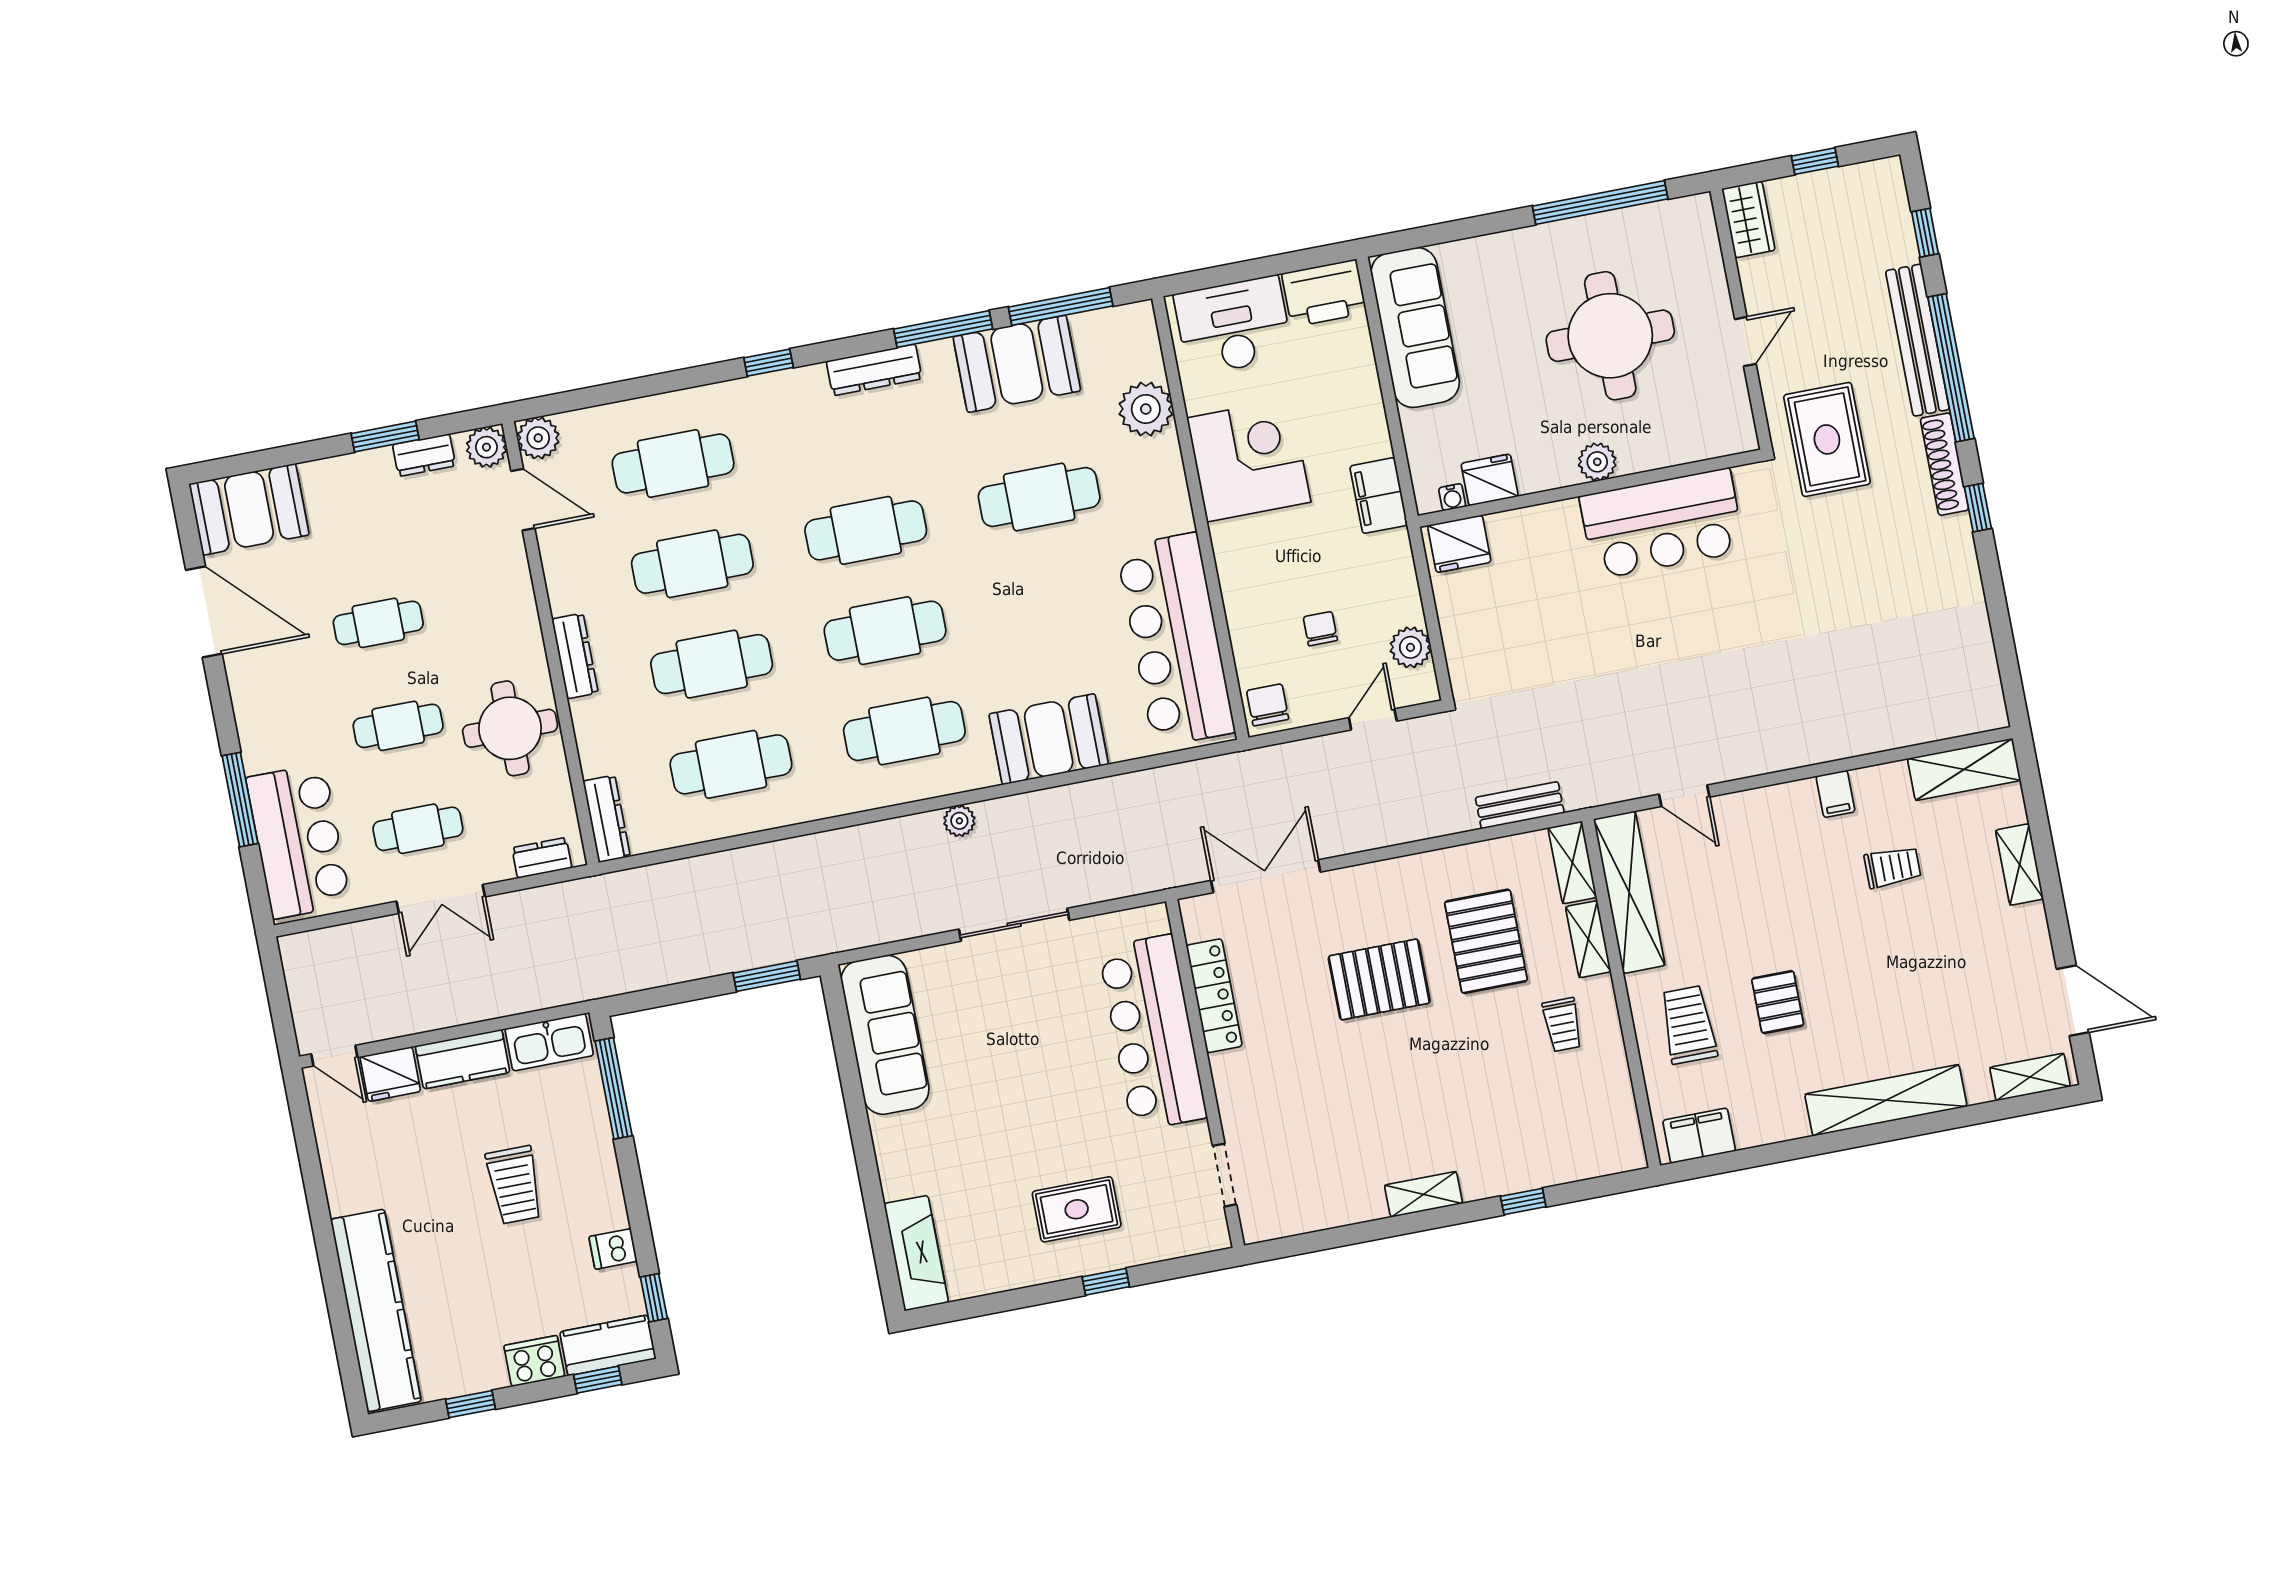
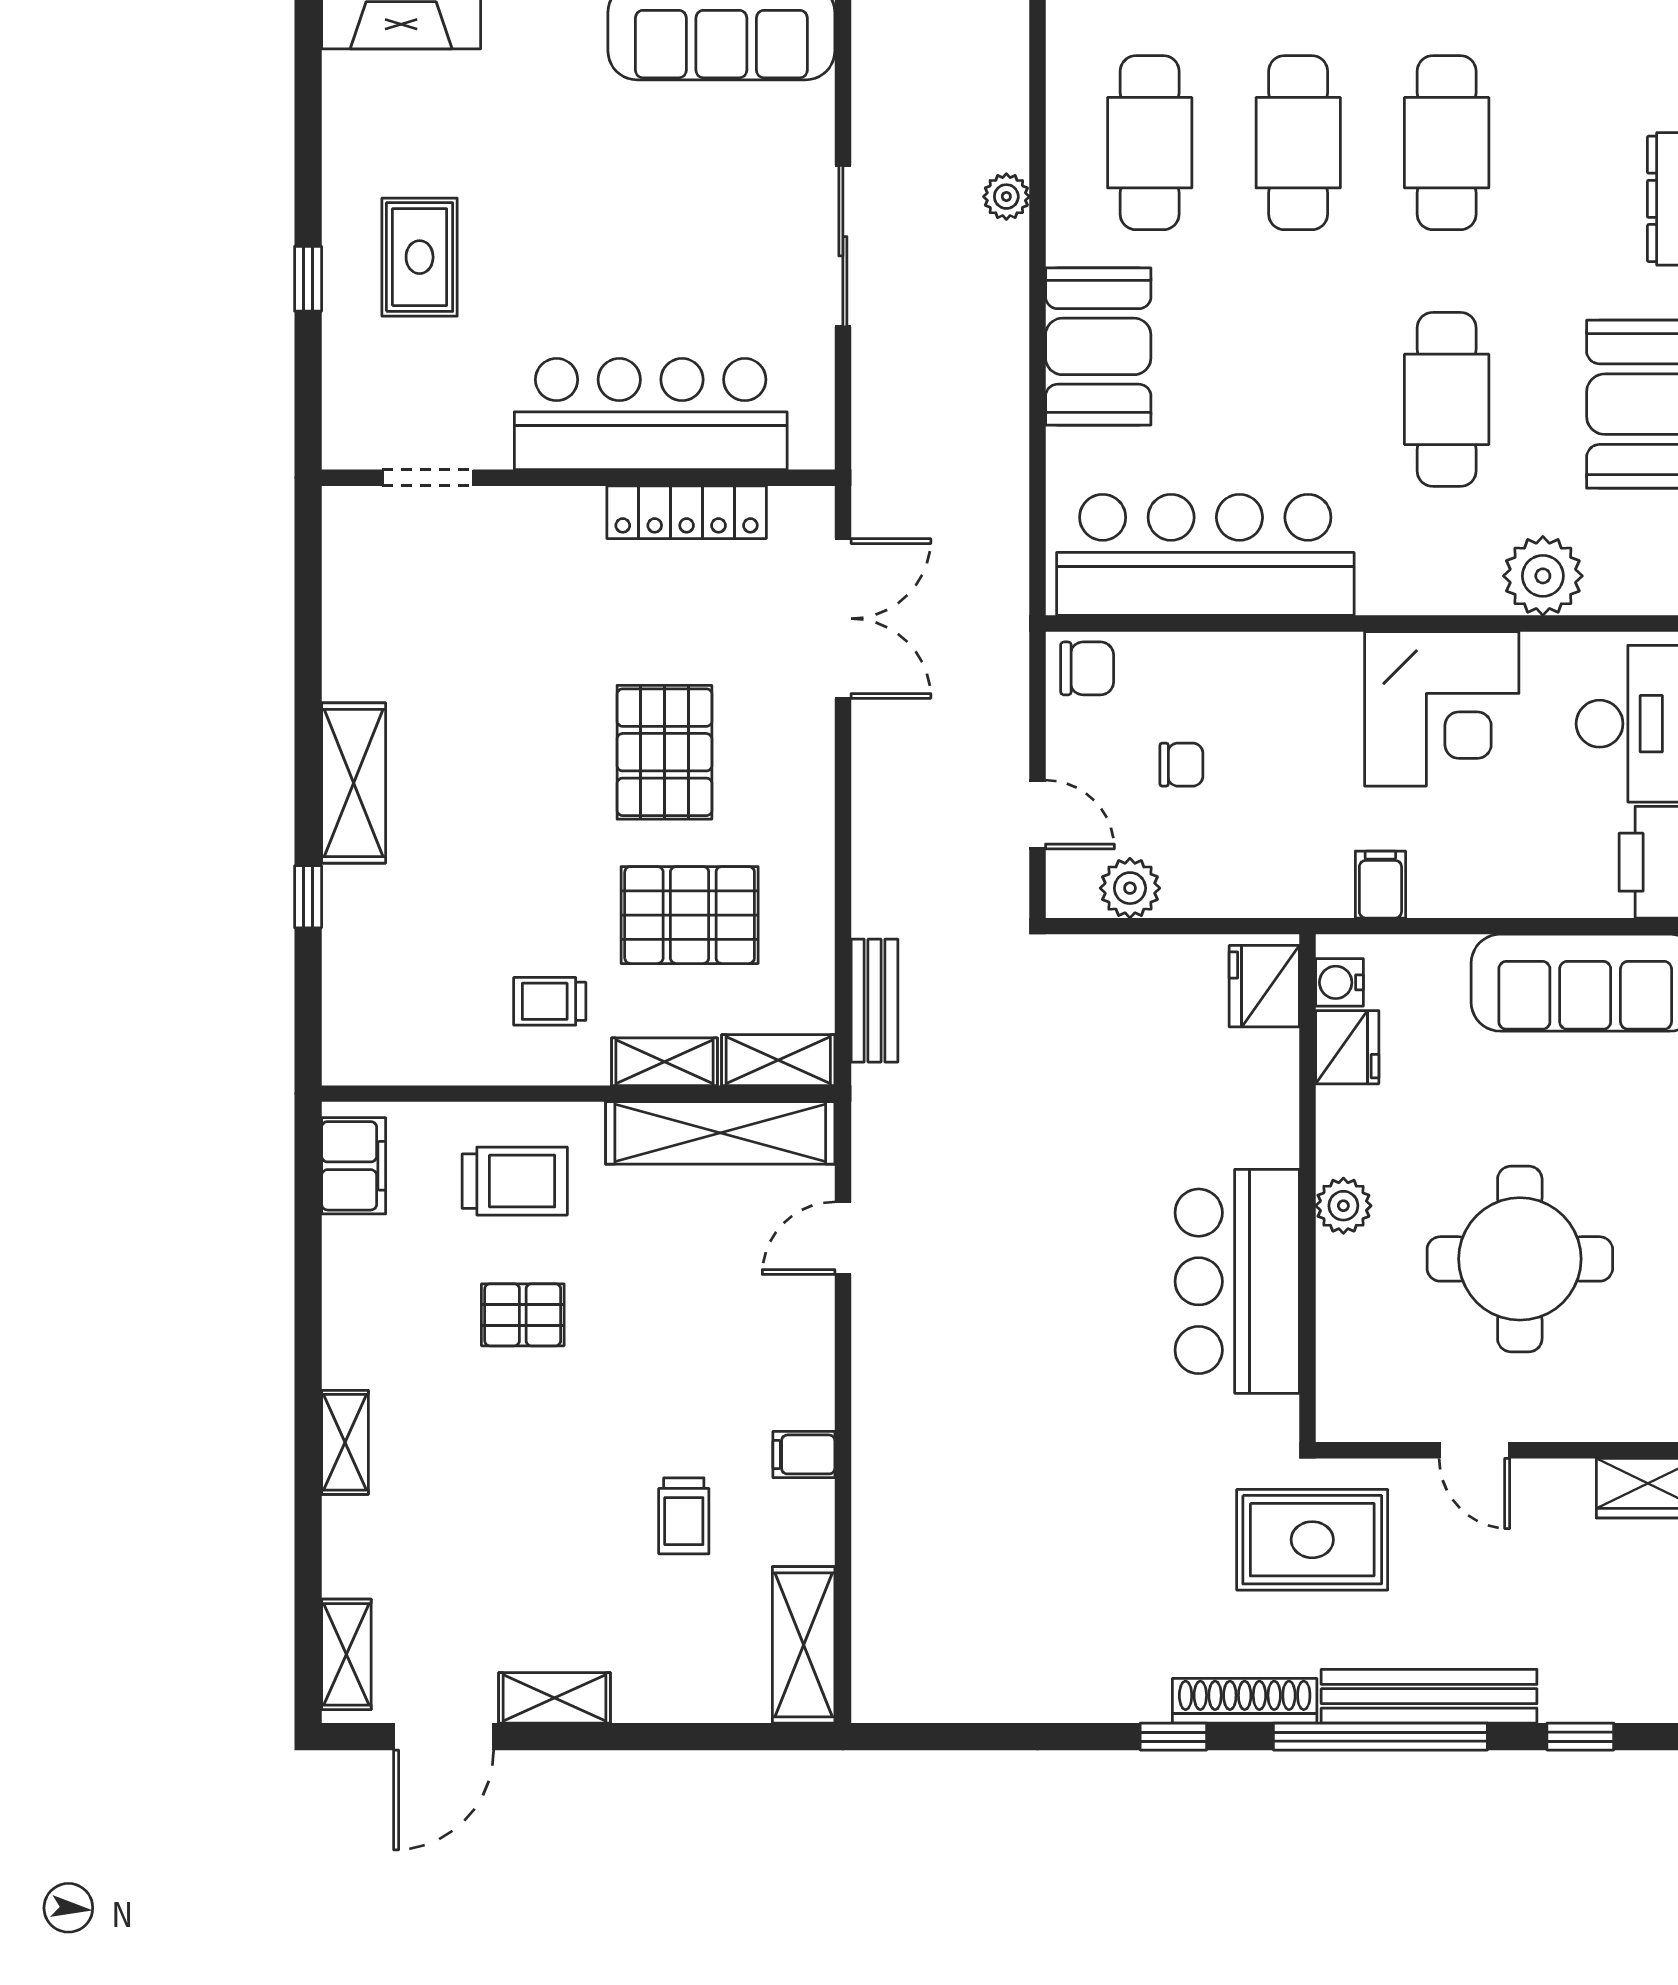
filing cabinet: (1379, 496) -> (1380, 885), width x0.50
water cooler: (1452, 497) -> (1339, 982), width x1.38, depth x1.38
shelving: (2020, 865) -> (555, 1698), moved
shelving: (1886, 1100) -> (345, 1442), width x0.45, depth x0.75
shelving: (1423, 1194) -> (354, 783), width x1.50, depth x1.33

